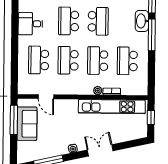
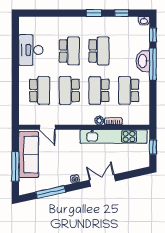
school desk: (69, 21) -> (69, 51), turned 180
washbasin: (142, 21) -> (143, 61), moved
desk: (30, 24) -> (31, 50), width x1.37
school desk: (39, 60) -> (40, 90), turned 180
window: (14, 120) -> (15, 167), moved
sofa: (27, 124) -> (29, 155), width x1.36

